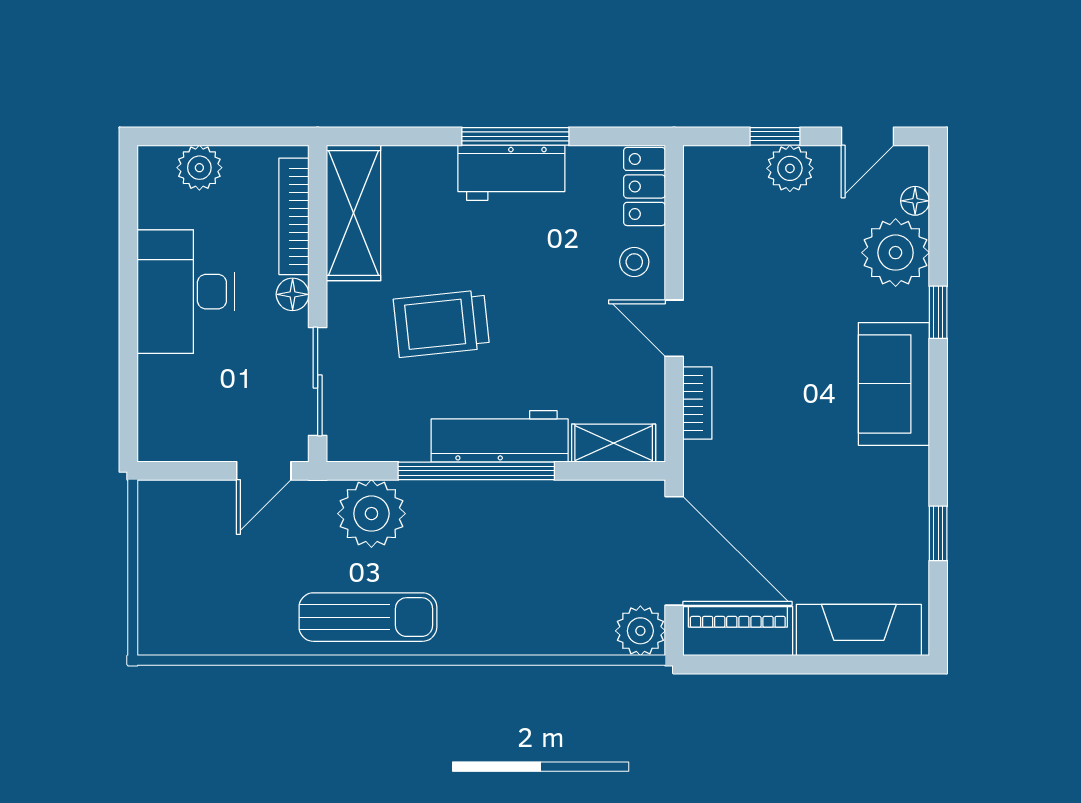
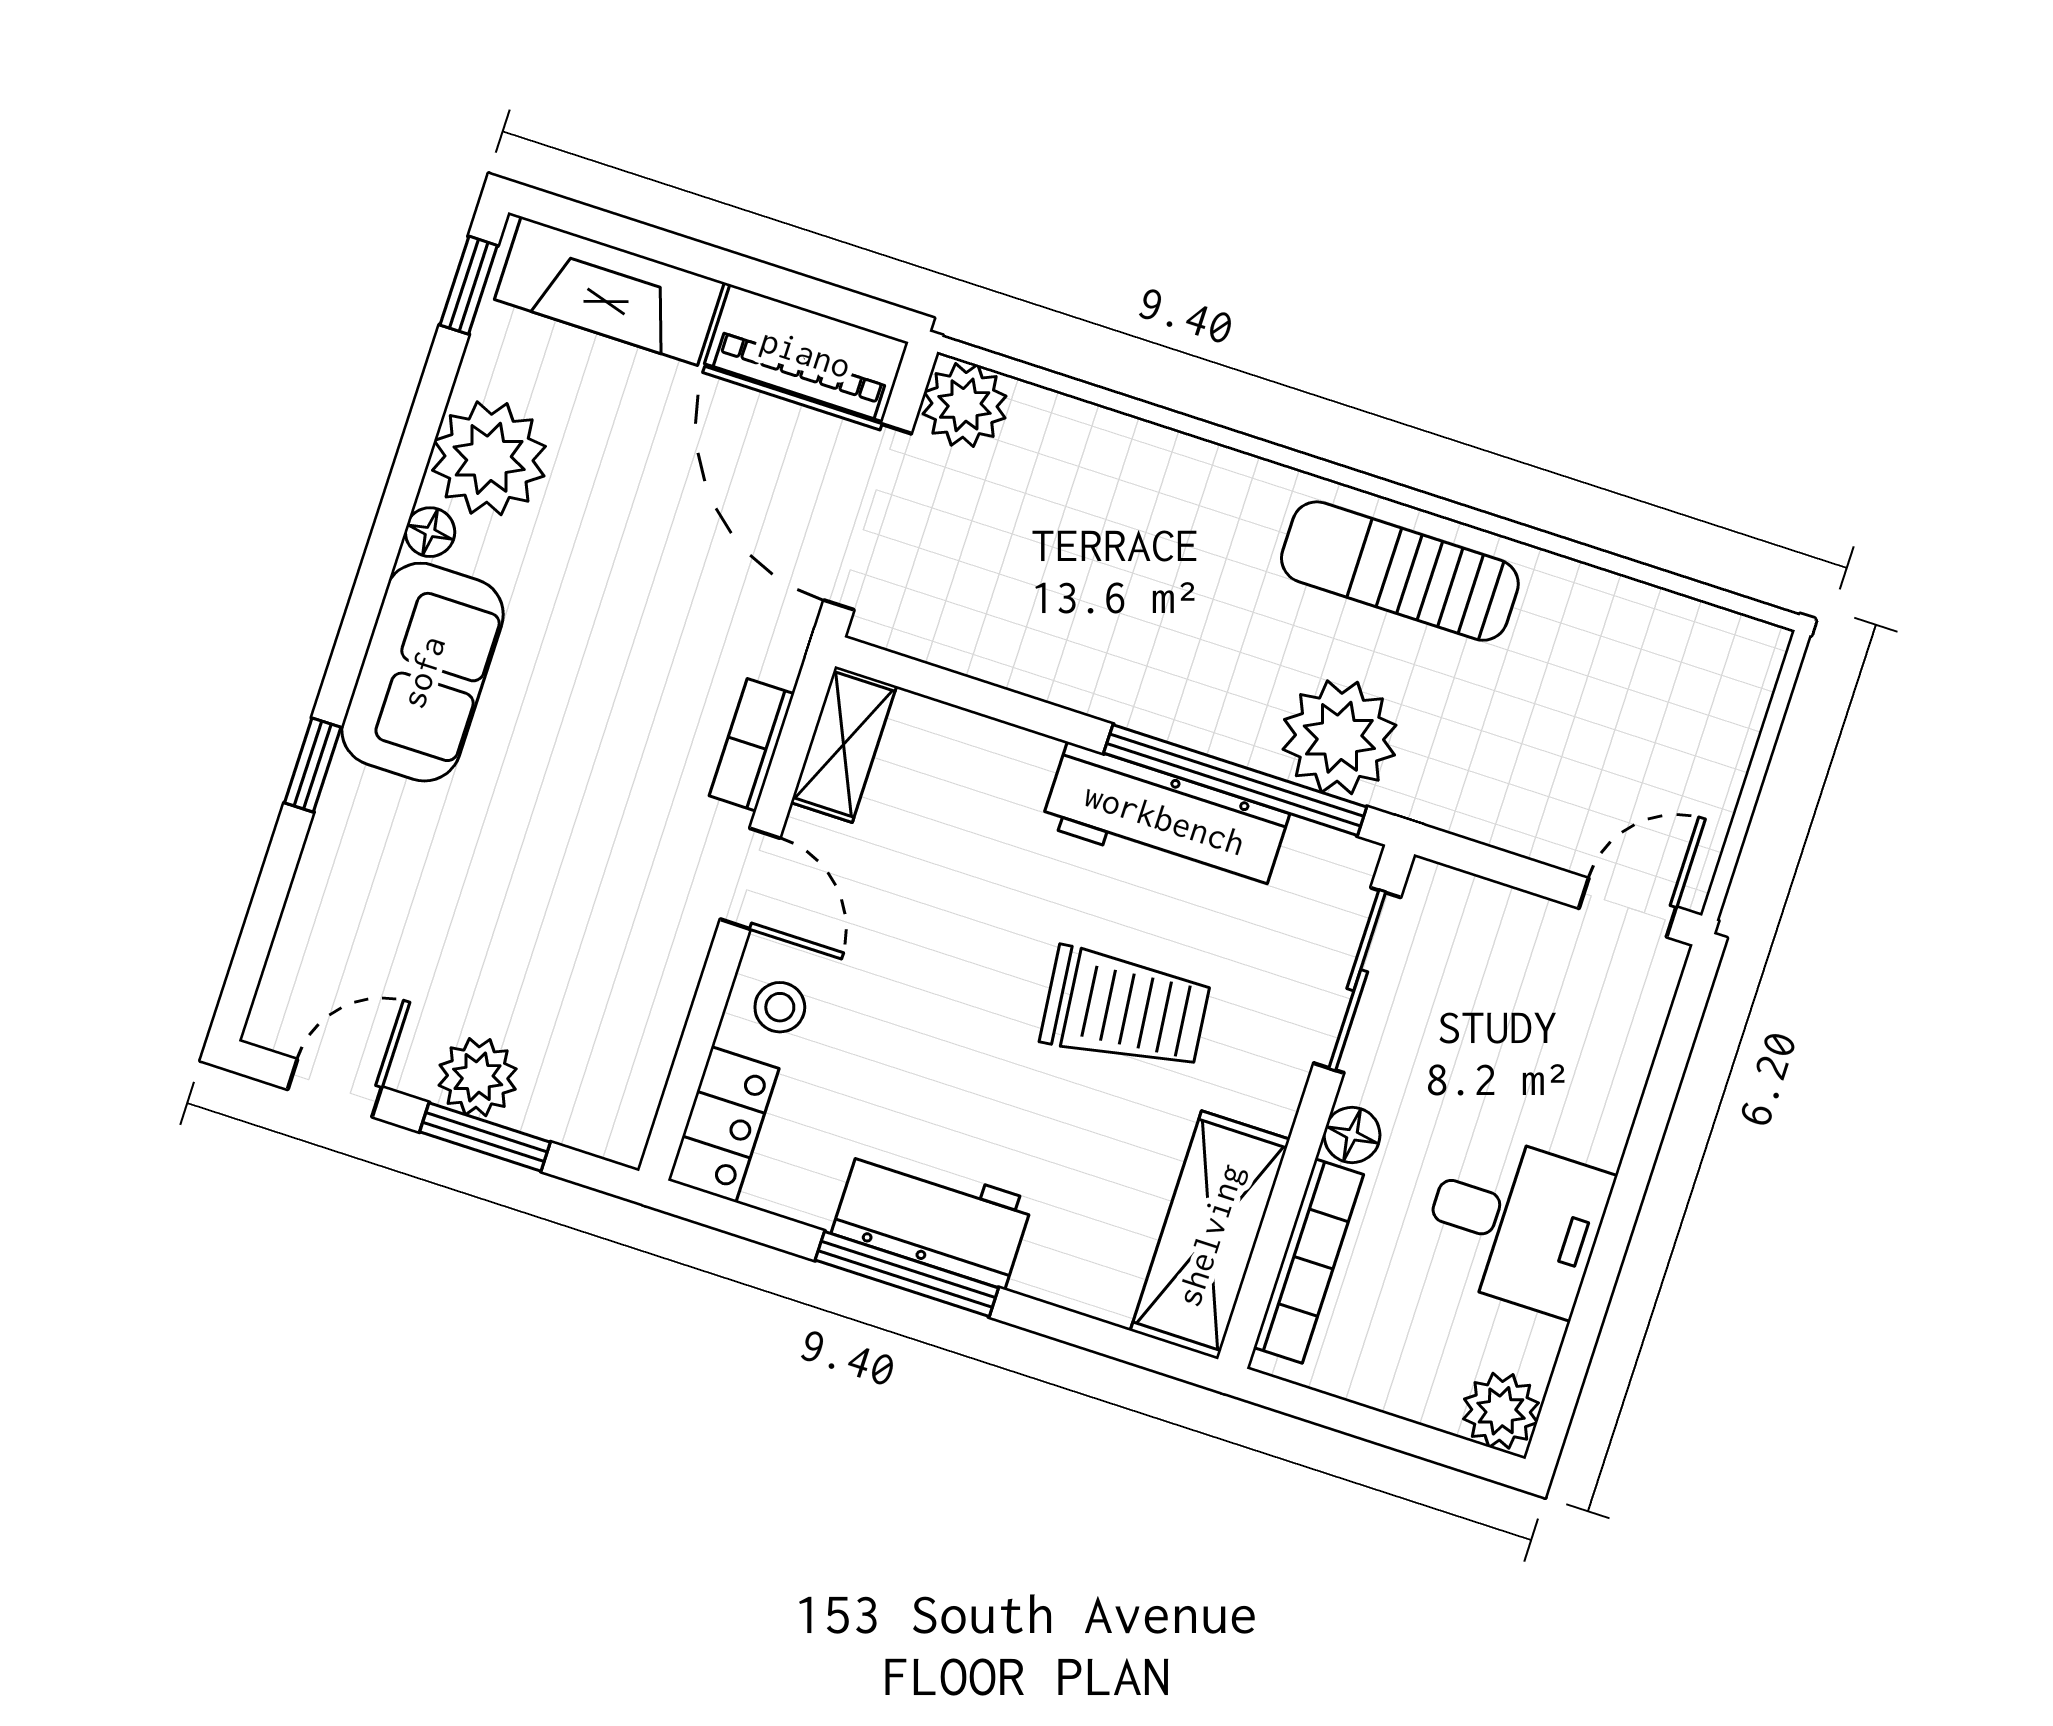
window: (775, 136) -> (485, 1137), width x1.50
plant: (199, 168) -> (1501, 1411), moved
floor lamp: (915, 201) -> (430, 532), moved
plant: (896, 253) -> (489, 458), moved
desk: (186, 292) -> (1515, 1223), width x0.73
workbench: (500, 436) -> (1165, 819), moved
shelving: (614, 443) -> (844, 744), moved, turned 90
door: (264, 471) -> (1628, 908), moved
window: (476, 471) -> (1235, 780), moved
window: (938, 533) -> (469, 285), moved

